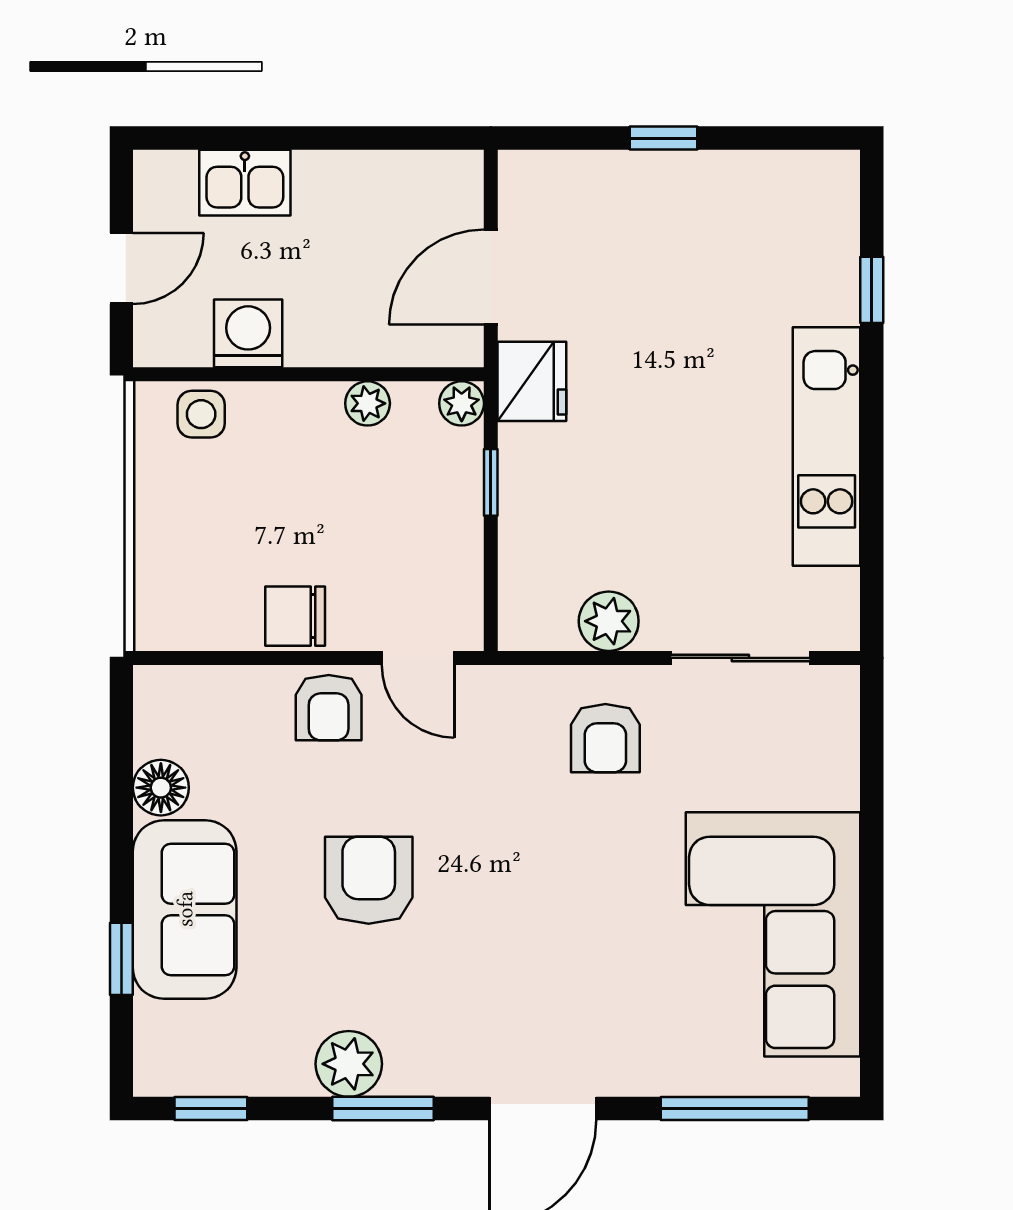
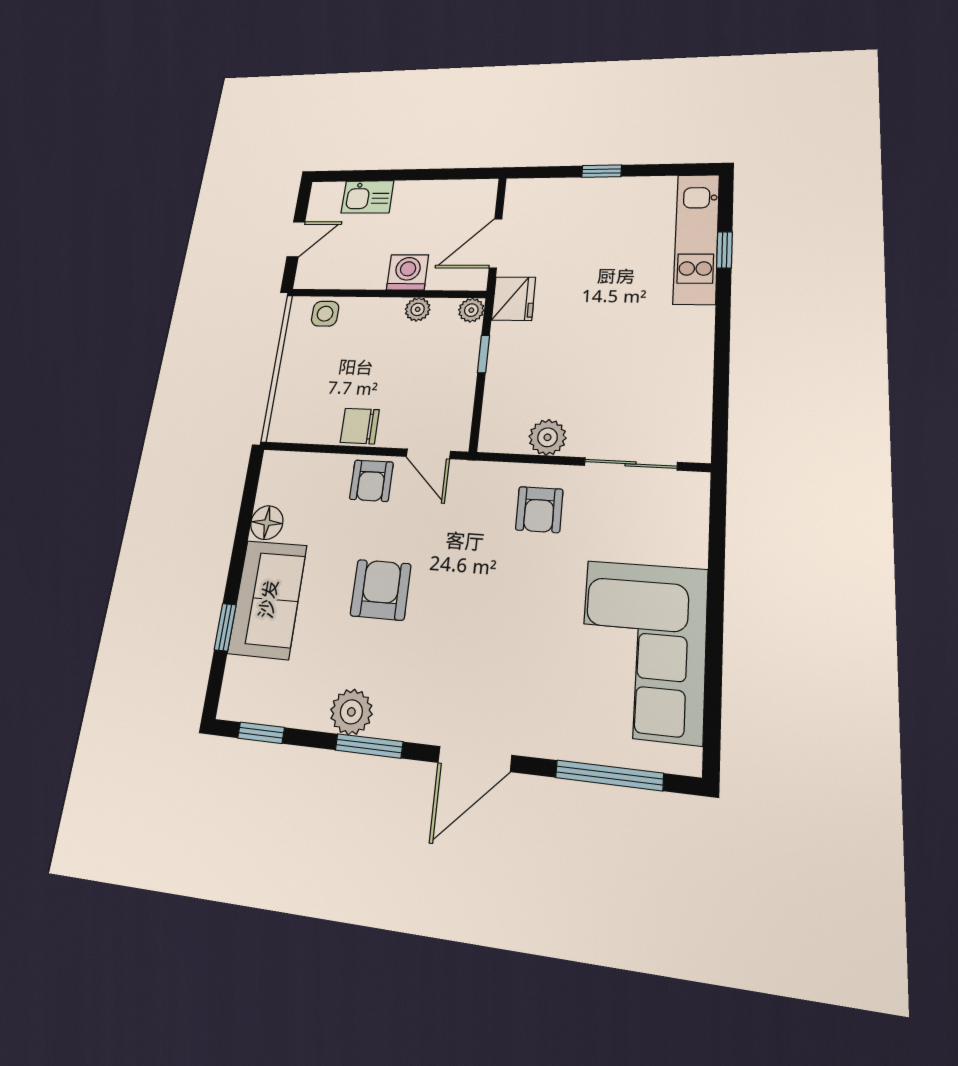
washing machine: (248, 333) -> (408, 272), moved
kitchen unit: (827, 446) -> (696, 238), moved

